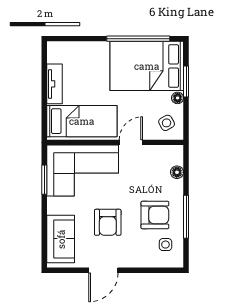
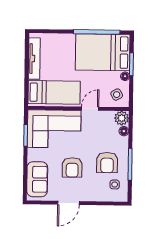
tv unit: (54, 84) -> (34, 59), width x1.41
plant: (174, 155) -> (122, 118), added
armchair: (155, 215) -> (107, 163), turned 90

